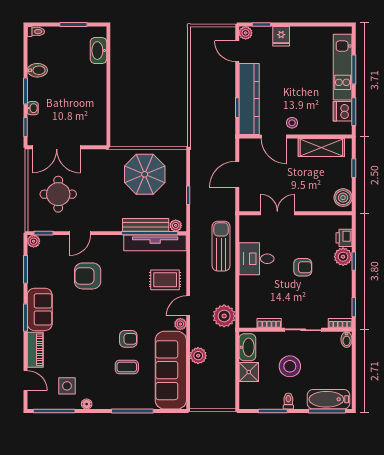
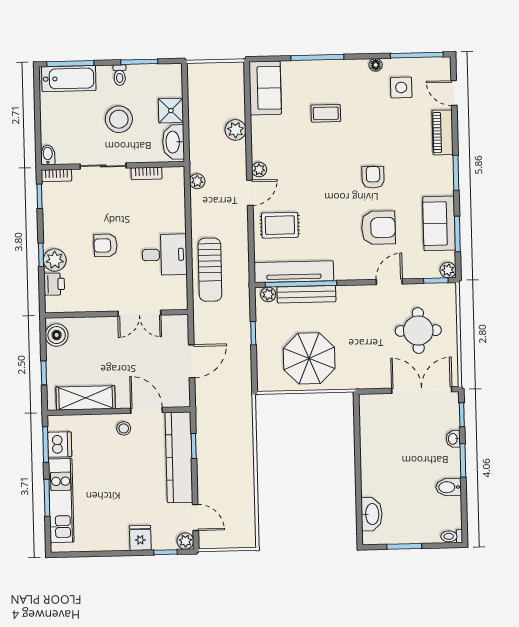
sofa: (40, 309) -> (439, 223), moved
plant: (224, 316) -> (197, 181), width x0.53, depth x0.53
armchair: (128, 339) -> (373, 177), moved, turned 90
sofa: (171, 370) -> (265, 88), width x0.54, depth x0.79

